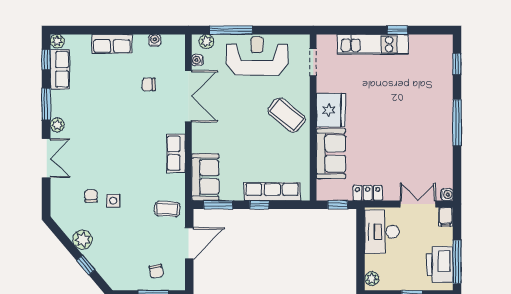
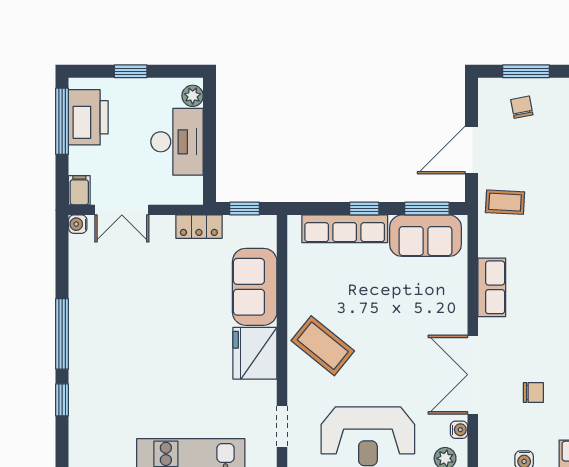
window: (457, 64) -> (62, 400), moved
sofa: (205, 177) -> (425, 236), moved, turned -90
desk: (382, 232) -> (177, 142), moved

